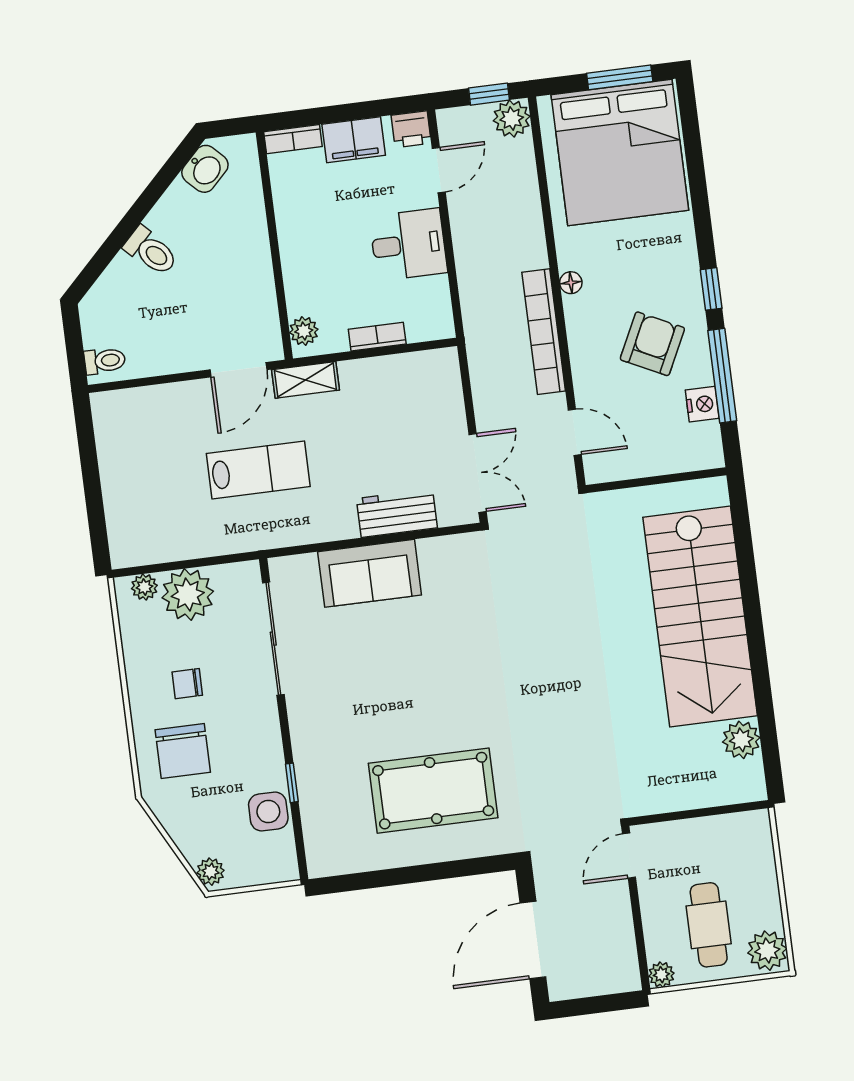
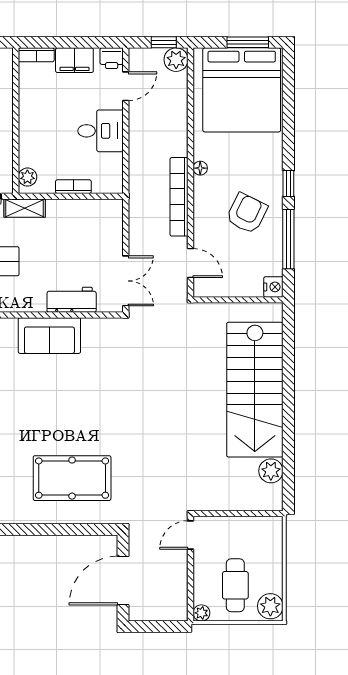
nightstand: (702, 404) -> (273, 287), moved

